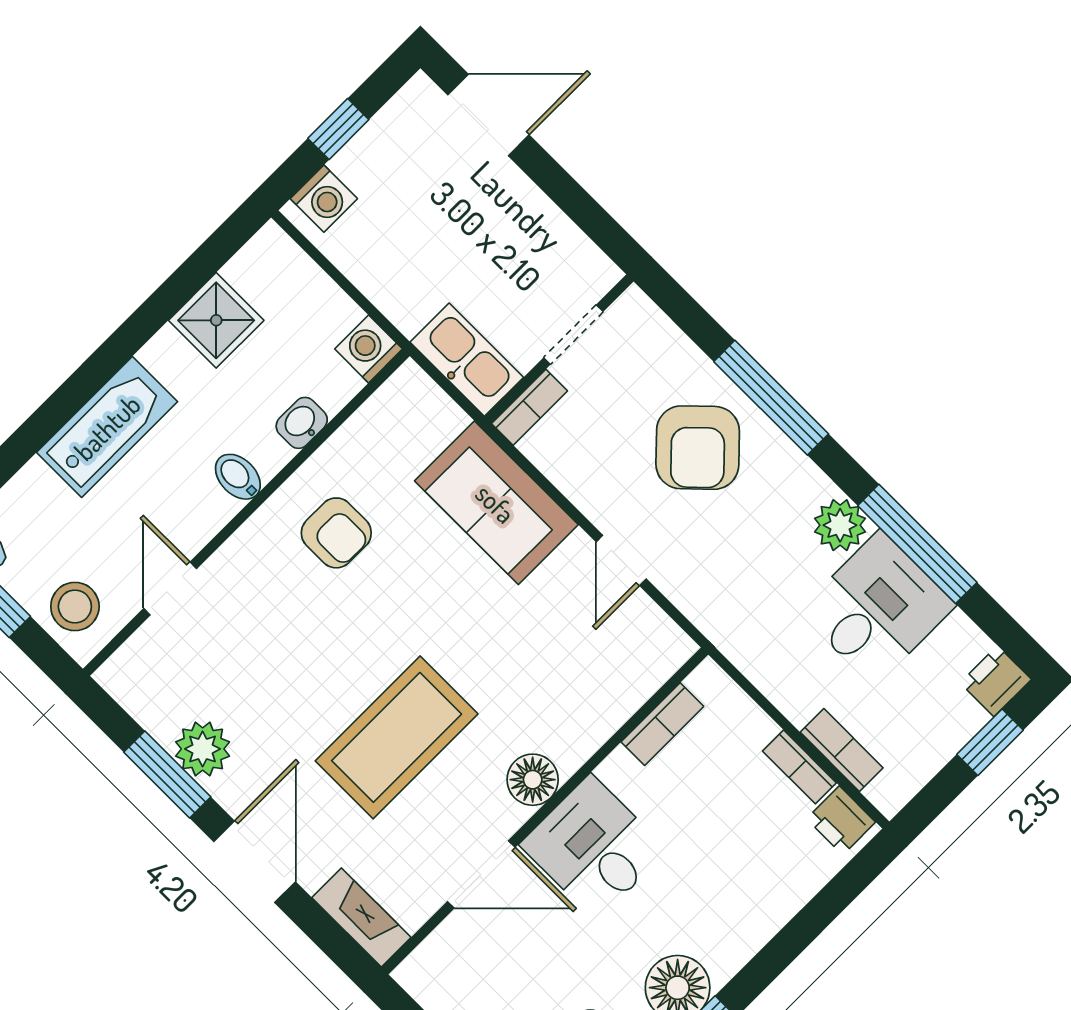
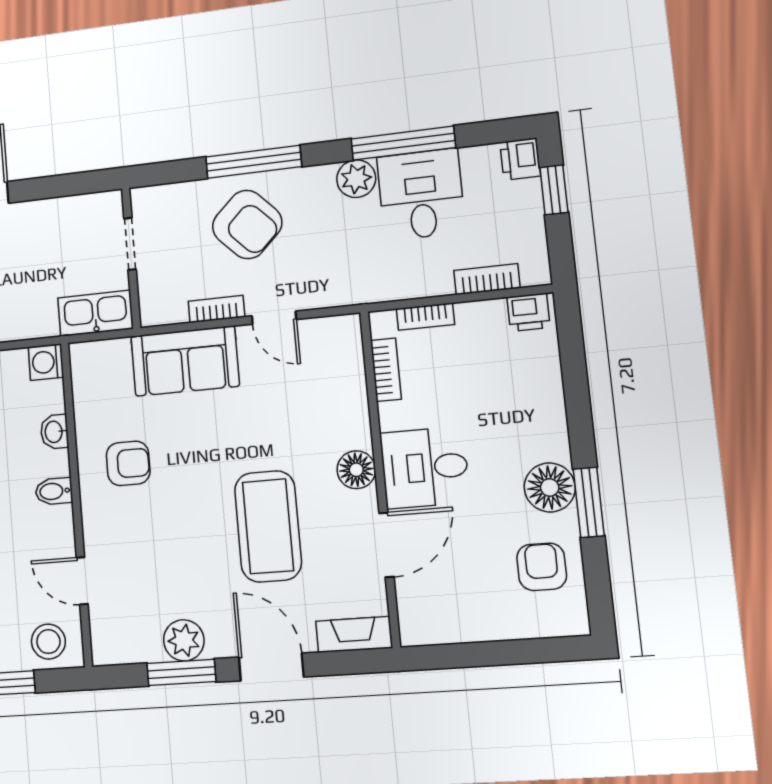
bookcase: (530, 407) -> (216, 309), moved, turned -90
bookcase: (799, 767) -> (425, 317), moved

